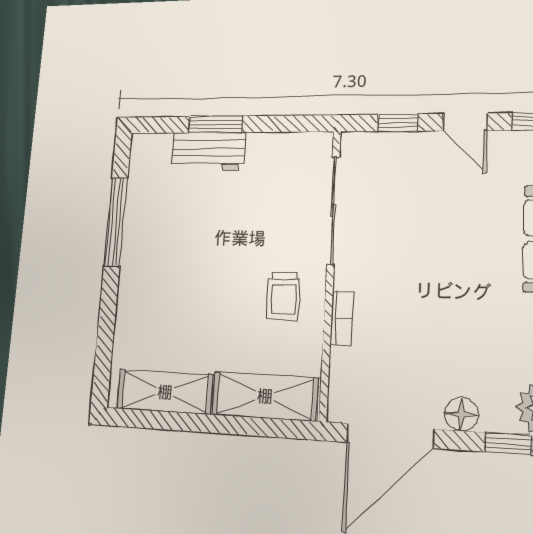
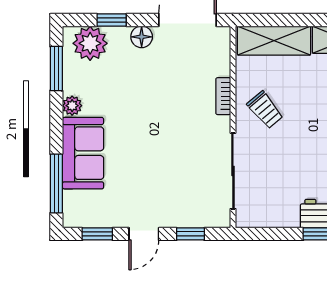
door: (465, 122) -> (144, 234), swing flipped
trolley: (283, 296) -> (265, 110), turned 140

